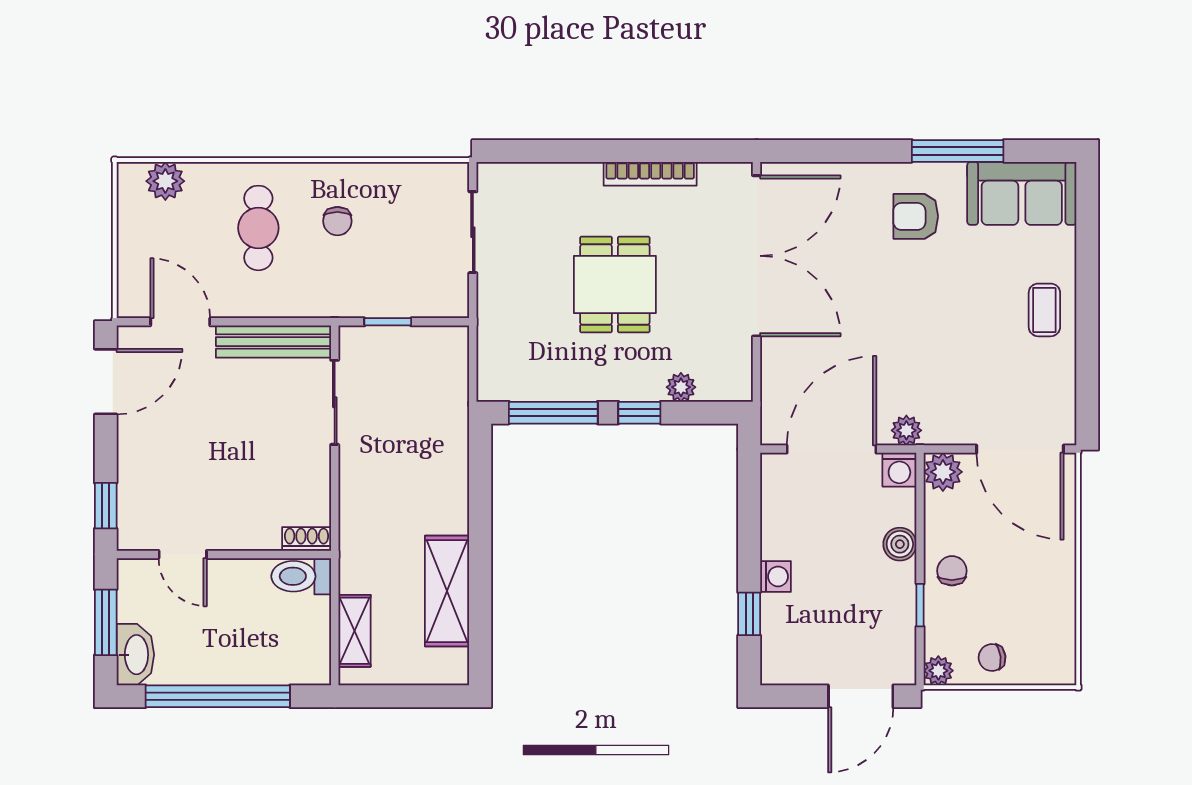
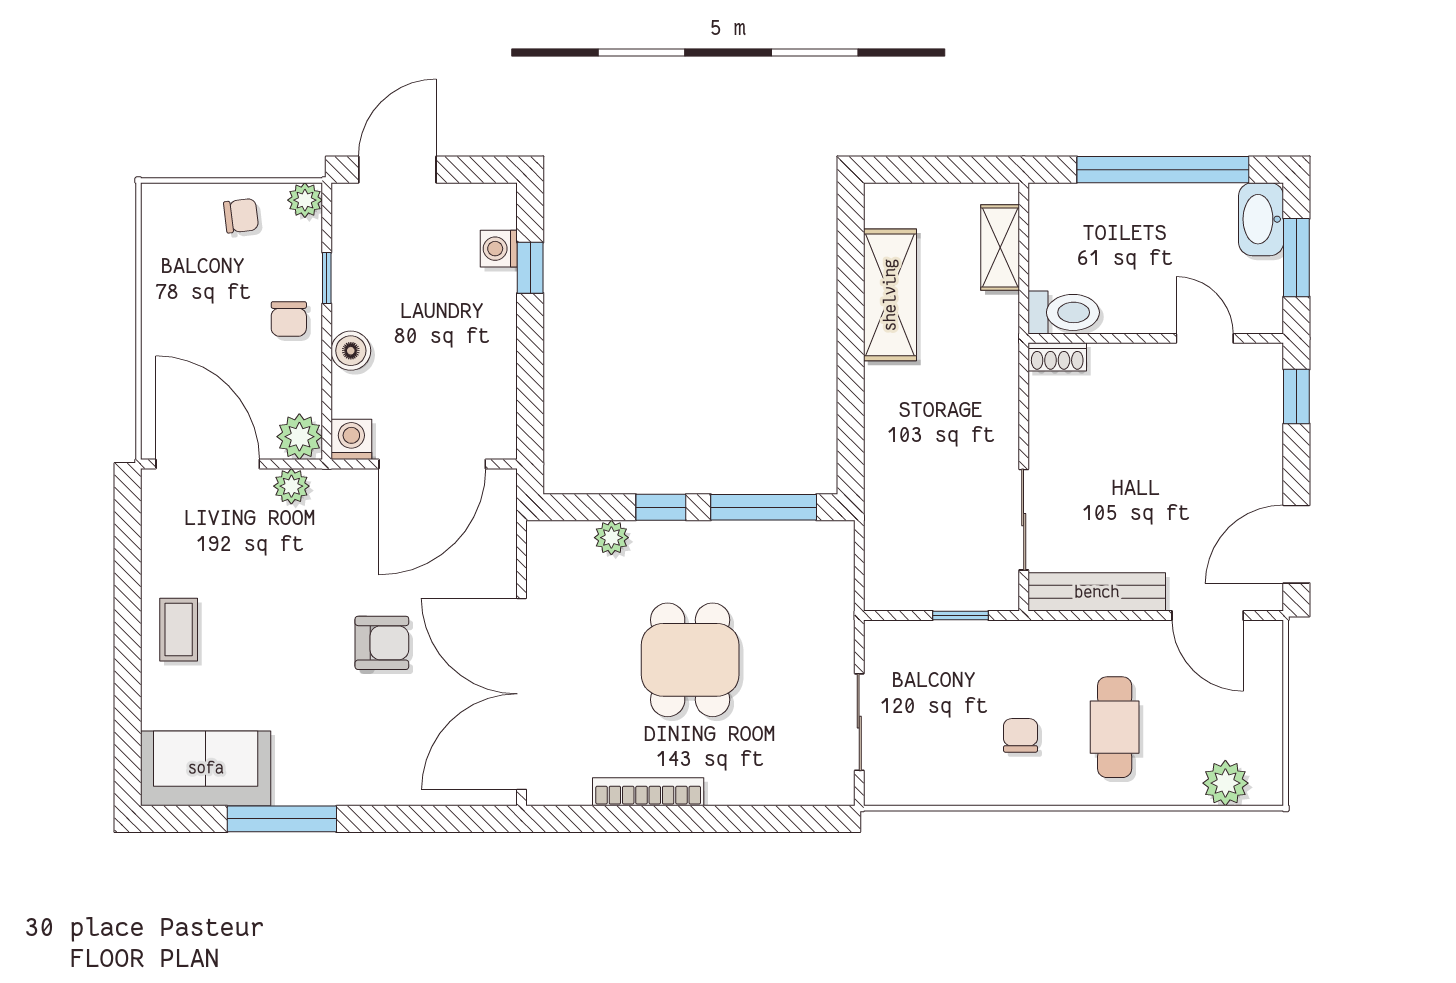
armchair: (916, 216) -> (382, 643), moved
plant: (906, 430) -> (291, 486), moved
washing machine: (776, 576) -> (499, 249), moved

